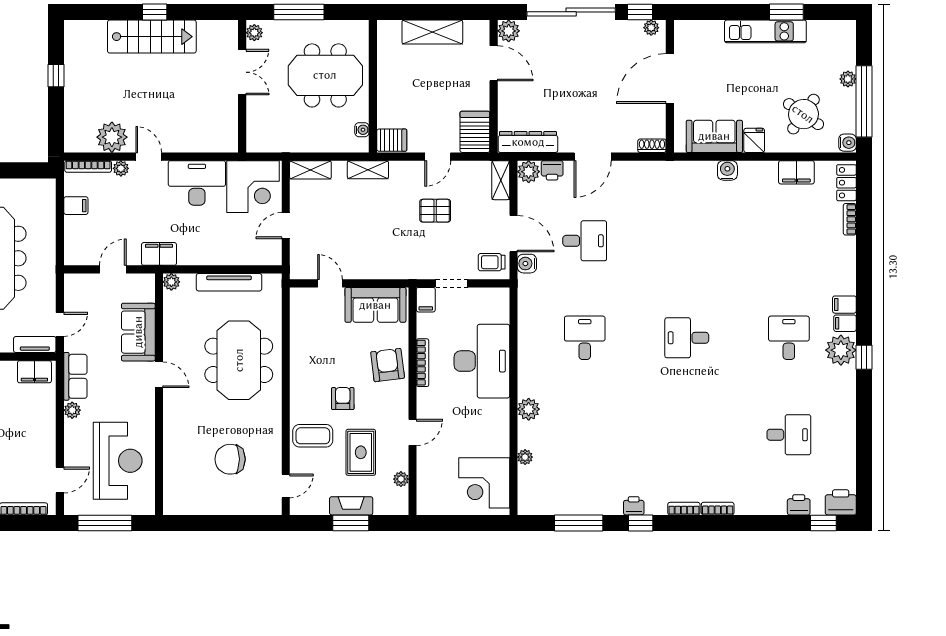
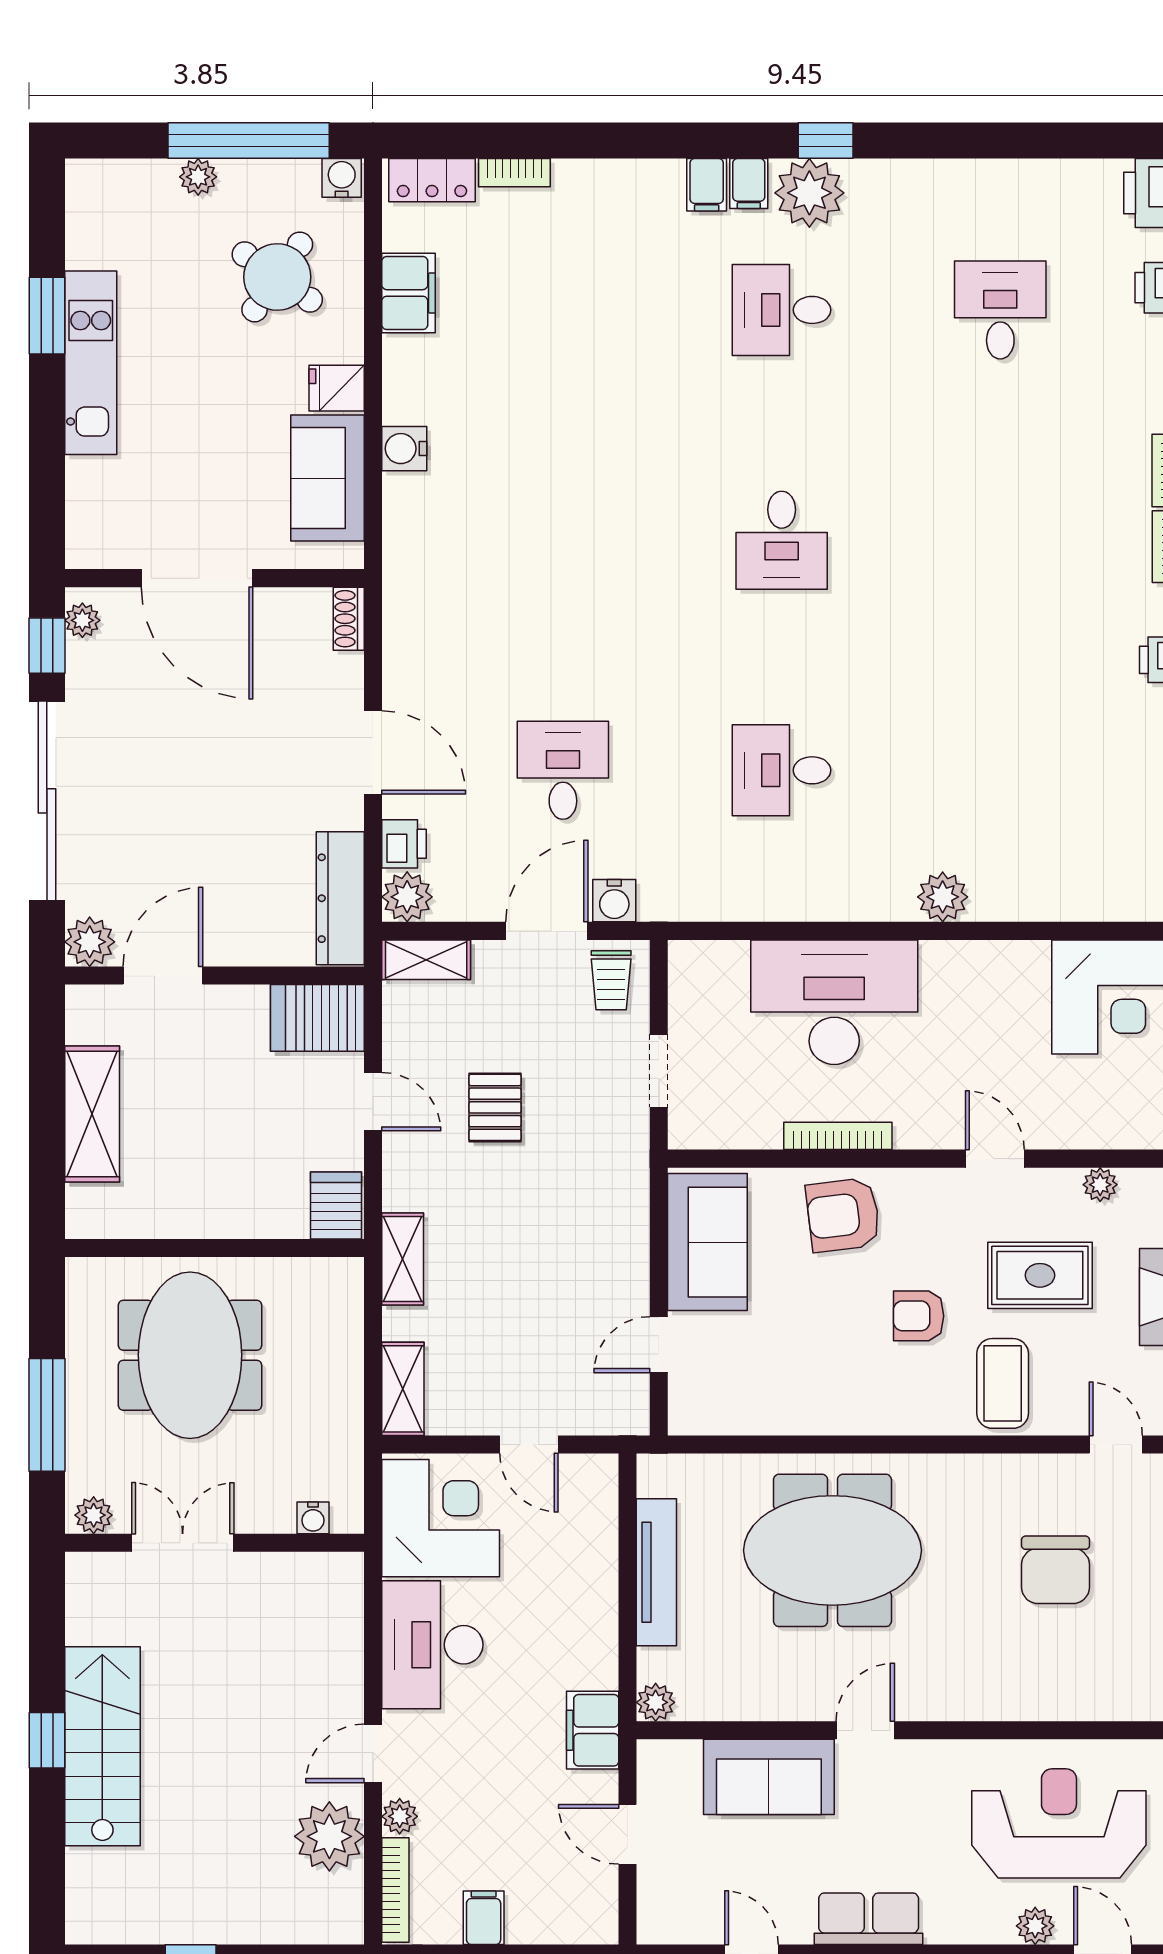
water cooler: (362, 130) -> (313, 1518), moved, turned 180
filing cabinet: (426, 300) -> (696, 1129), removed
plant: (72, 410) -> (1035, 1926), moved
plant: (525, 457) -> (1051, 905), removed

